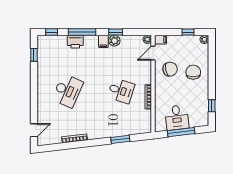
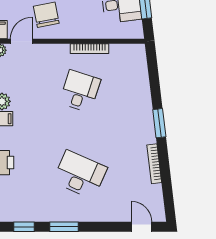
door: (153, 53) -> (21, 41), swing flipped
window: (34, 81) -> (64, 227), added
window: (120, 139) -> (159, 123), moved

